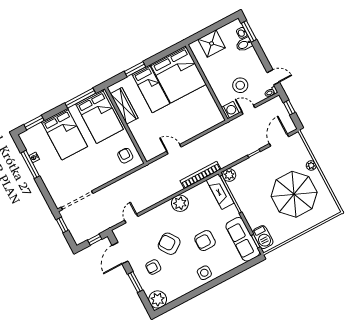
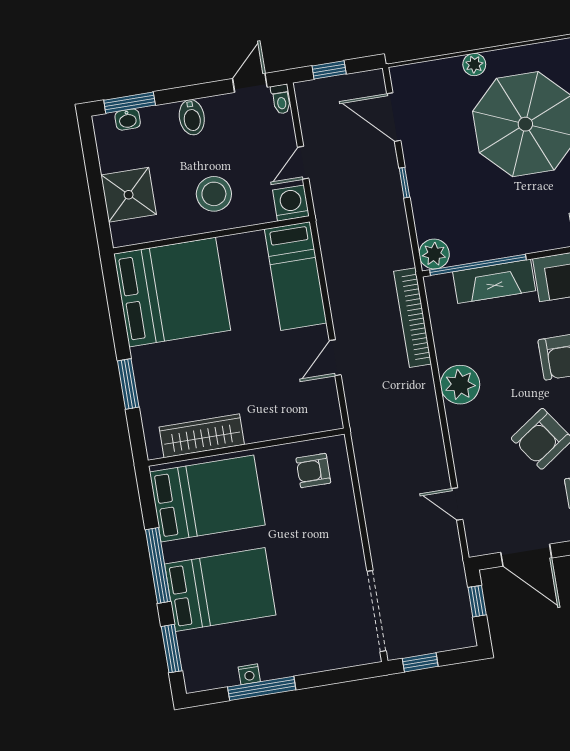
bidet: (244, 44) -> (192, 117), moved
stool: (240, 85) -> (214, 194), moved
bed: (151, 89) -> (295, 276), moved, turned 90
window: (80, 98) -> (158, 565), moved
fireplace: (220, 192) -> (494, 281), moved

